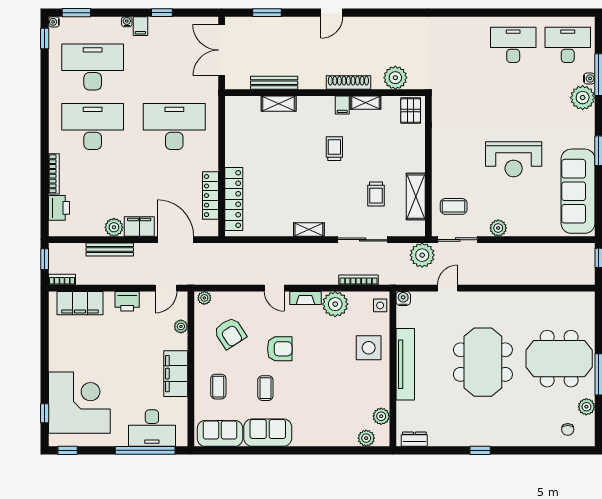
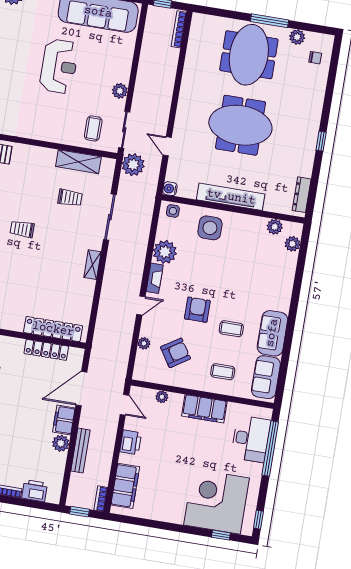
bookcase: (358, 280) -> (179, 29), moved
plant: (204, 298) -> (144, 343), moved
dresser: (414, 439) -> (302, 195), width x1.44

